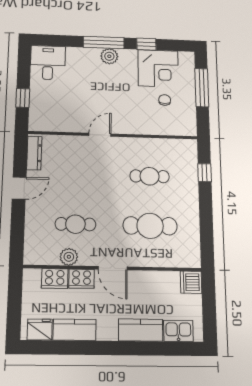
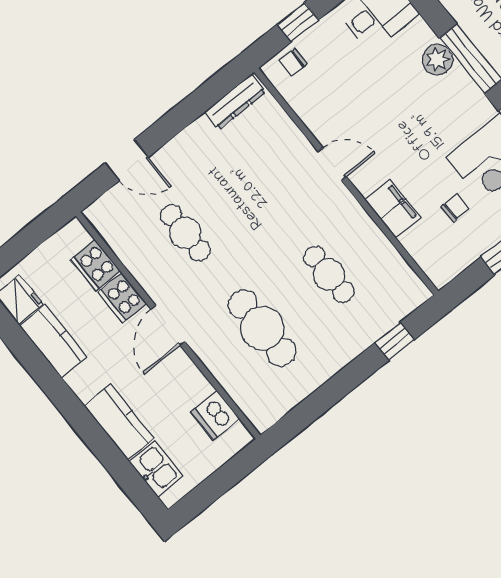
plant: (109, 56) -> (438, 60), moved
chair: (39, 114) -> (293, 62), added
filing cabinet: (143, 126) -> (393, 209), added
door: (19, 188) -> (127, 160), moved
plant: (69, 257) -> (137, 260), removed
dishwasher: (191, 282) -> (215, 415), moved, turned -90

